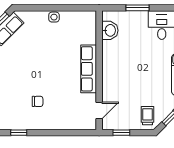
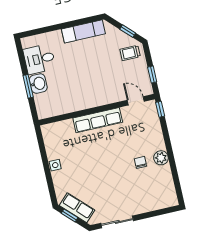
washbasin: (110, 30) -> (38, 84), moved, turned 90
plant: (37, 123) -> (161, 158), added
window: (19, 133) -> (160, 109), moved

